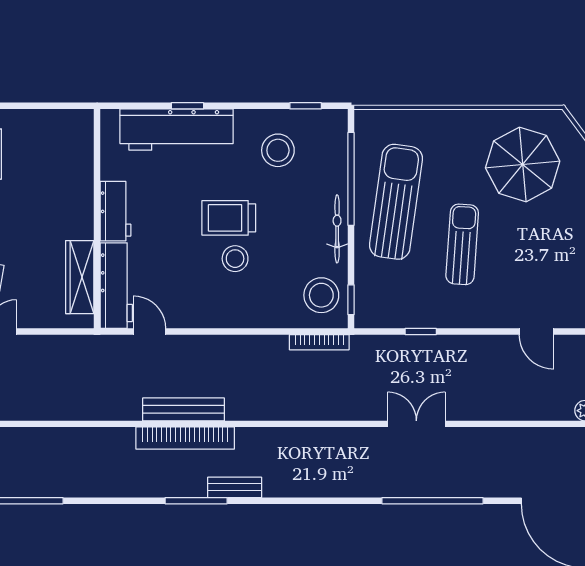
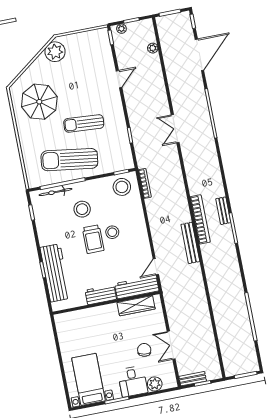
stool: (278, 150) -> (82, 209), moved
bicycle: (337, 229) -> (55, 192), moved
bookcase: (185, 438) -> (200, 219), moved

